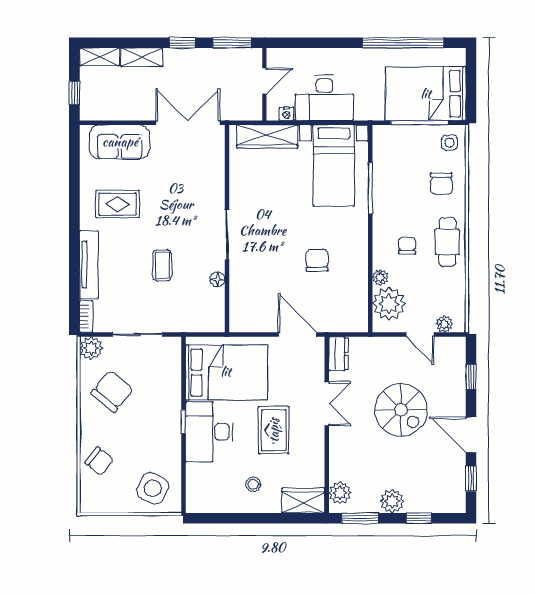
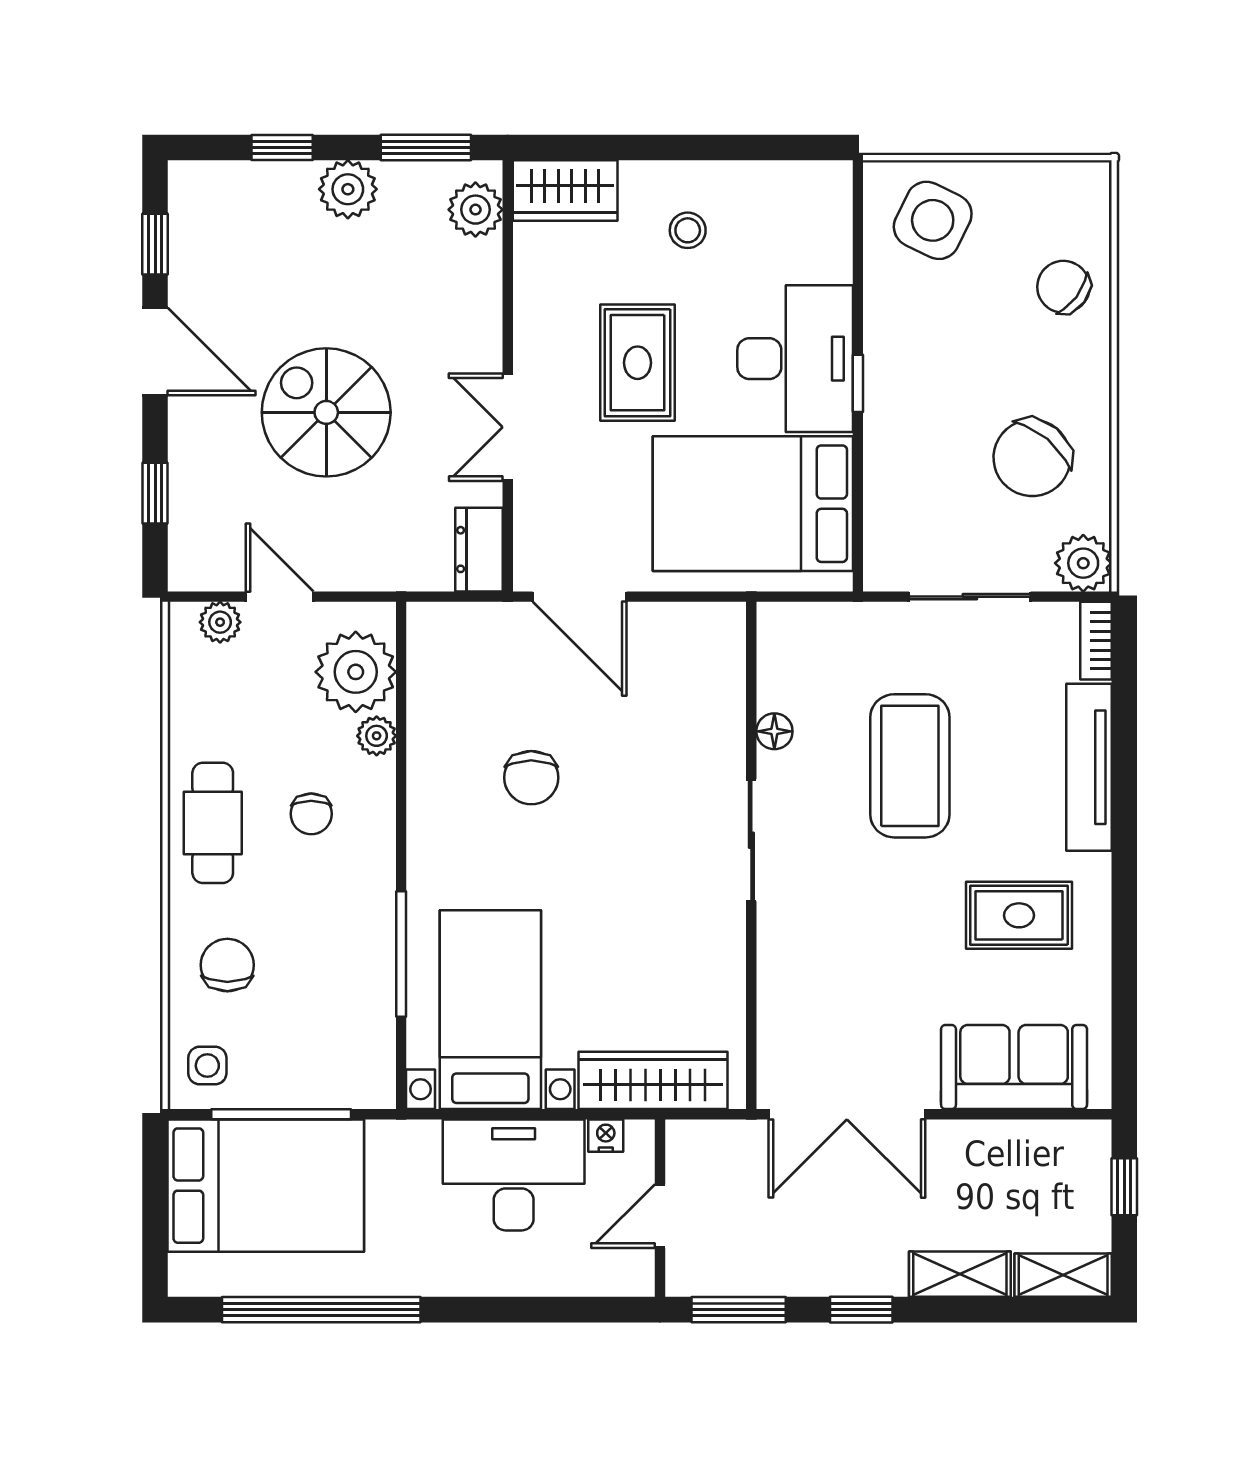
coffee table: (162, 265) -> (910, 766), width x1.86, depth x1.72

